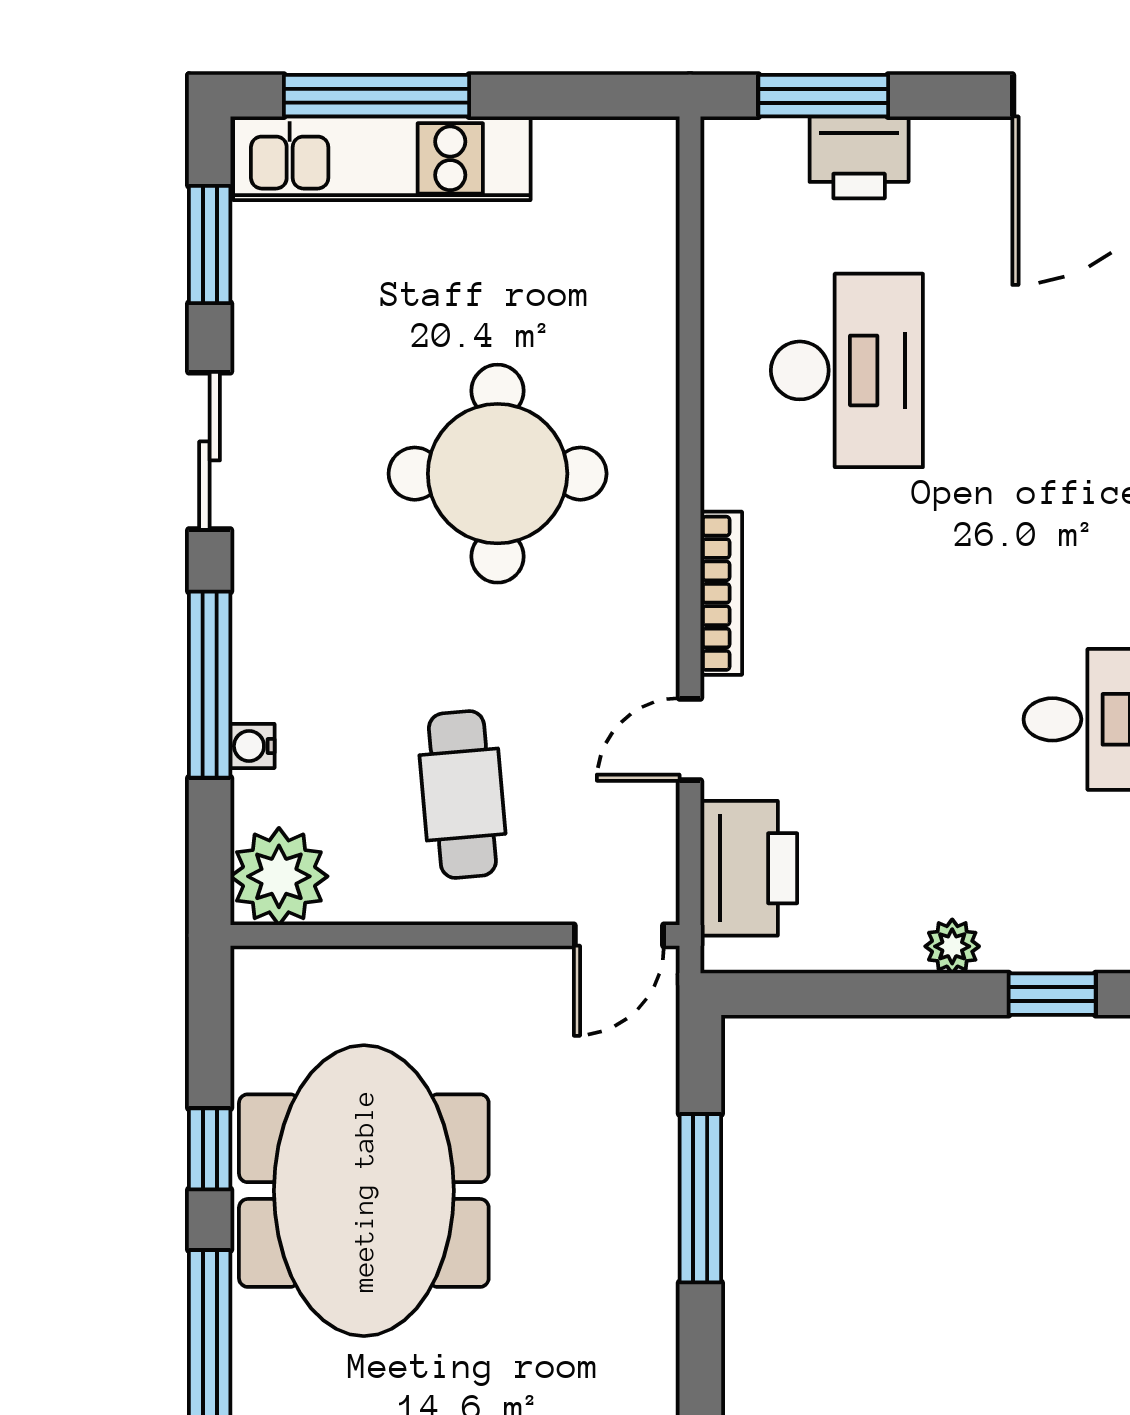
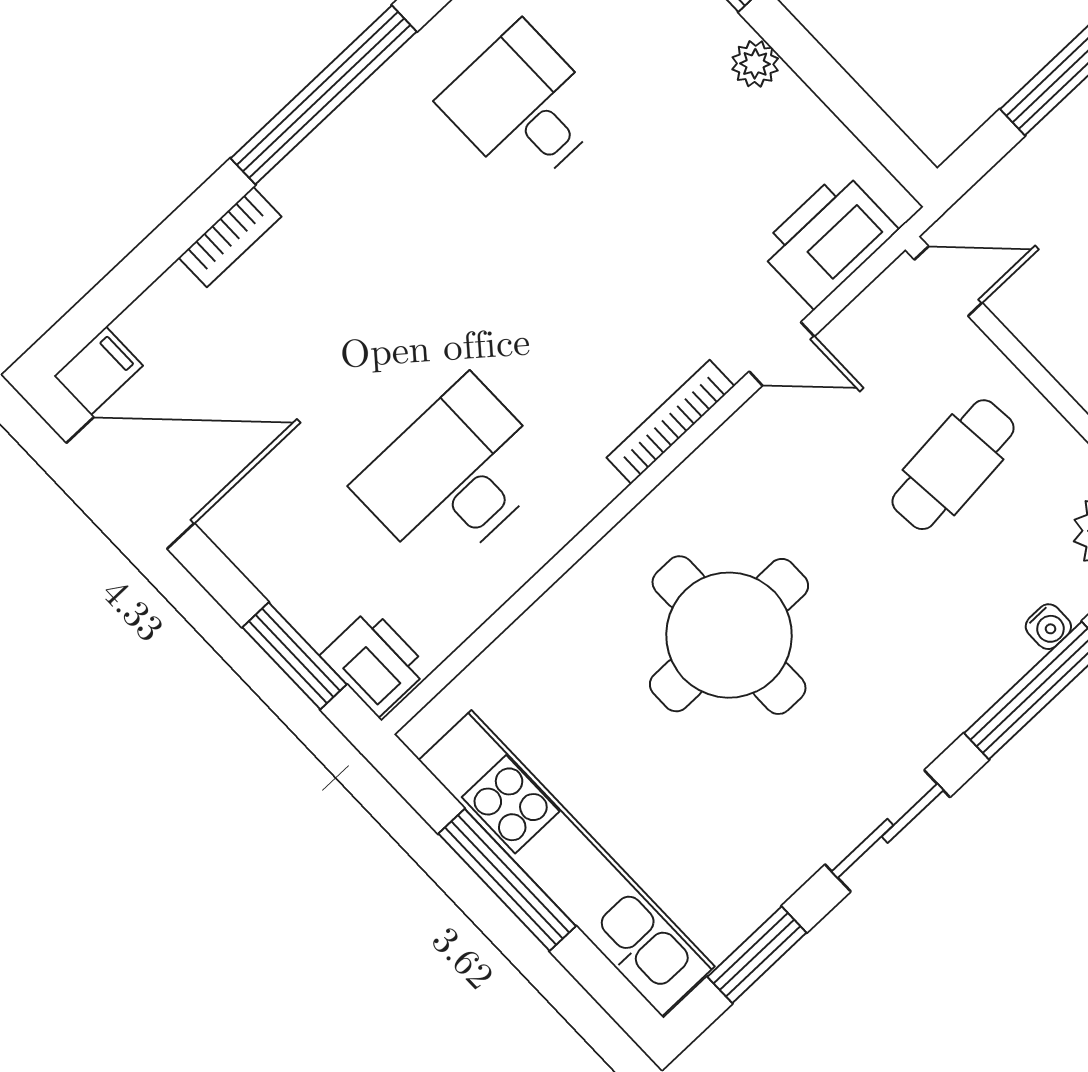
window: (377, 96) -> (507, 880), moved
printer: (859, 157) -> (375, 662), moved
kitchen unit: (382, 158) -> (567, 863), width x1.36

